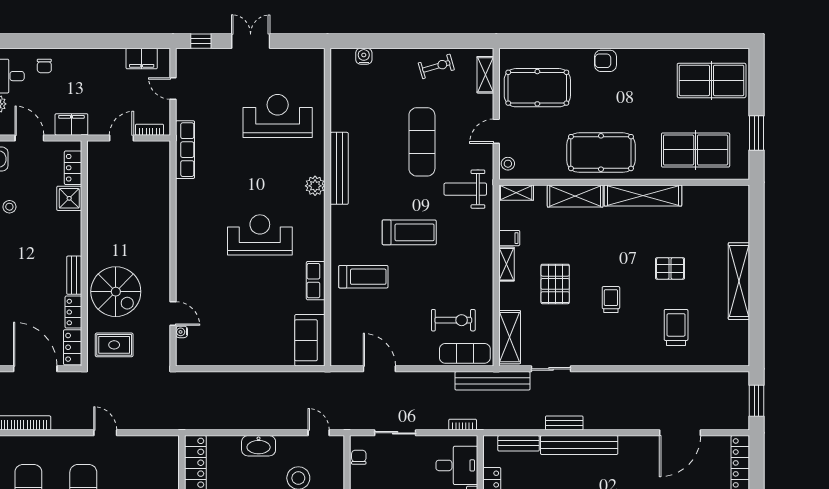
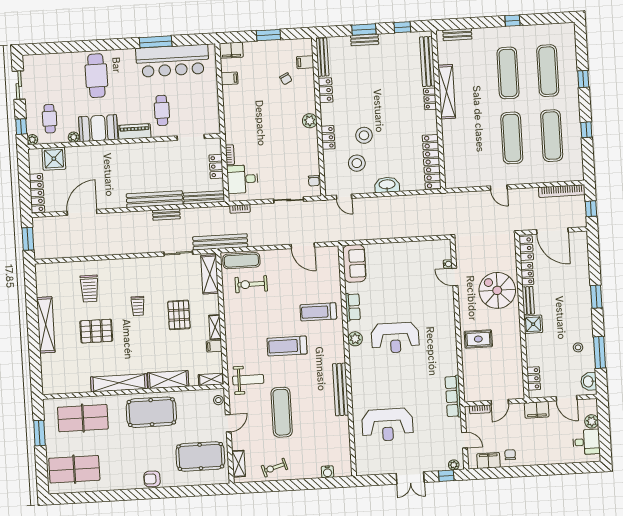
plant: (190, 55) -> (454, 465), added
armchair: (605, 61) -> (152, 479), turned 180
chair: (44, 66) -> (510, 455), moved
plant: (315, 186) -> (355, 339), moved
shower: (69, 198) -> (533, 324), moved
pallet: (670, 268) -> (96, 331), width x1.50, depth x1.42
rug: (114, 345) -> (478, 339), moved
bench: (519, 443) -> (204, 197), width x1.36

